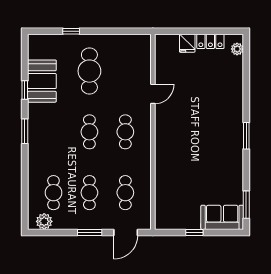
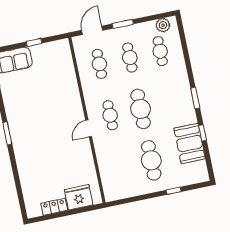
fridge: (187, 43) -> (79, 197), width x1.88, depth x1.34
plant: (237, 49) -> (30, 205), removed
door: (153, 94) -> (89, 128), moved
cafe table: (89, 132) -> (141, 109), width x1.37, depth x1.35

